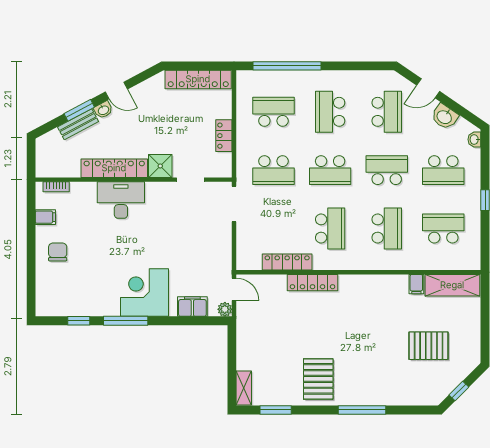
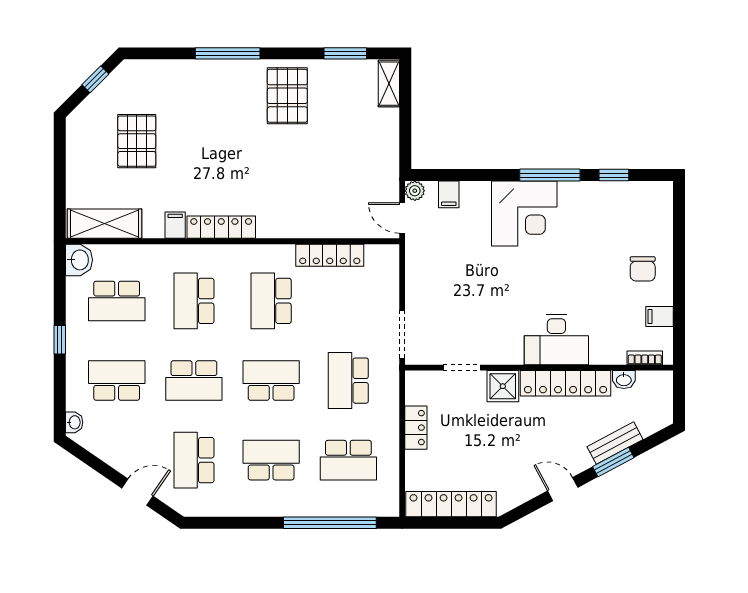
washbasin: (103, 110) -> (624, 380), moved, turned -152
school desk: (330, 112) -> (271, 460), turned -90
washbasin: (445, 117) -> (79, 260), moved, turned 56
school desk: (273, 170) -> (348, 381), turned -90
locker: (313, 283) -> (221, 227), moved
filing cabinet: (416, 284) -> (175, 225), moved
filing cabinet: (192, 307) -> (449, 194), width x0.50
pallet: (429, 346) -> (137, 141), turned 90

